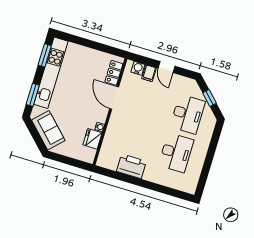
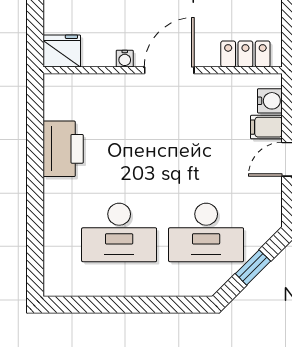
door: (114, 98) -> (169, 70), moved
fridge: (92, 139) -> (62, 51), moved

